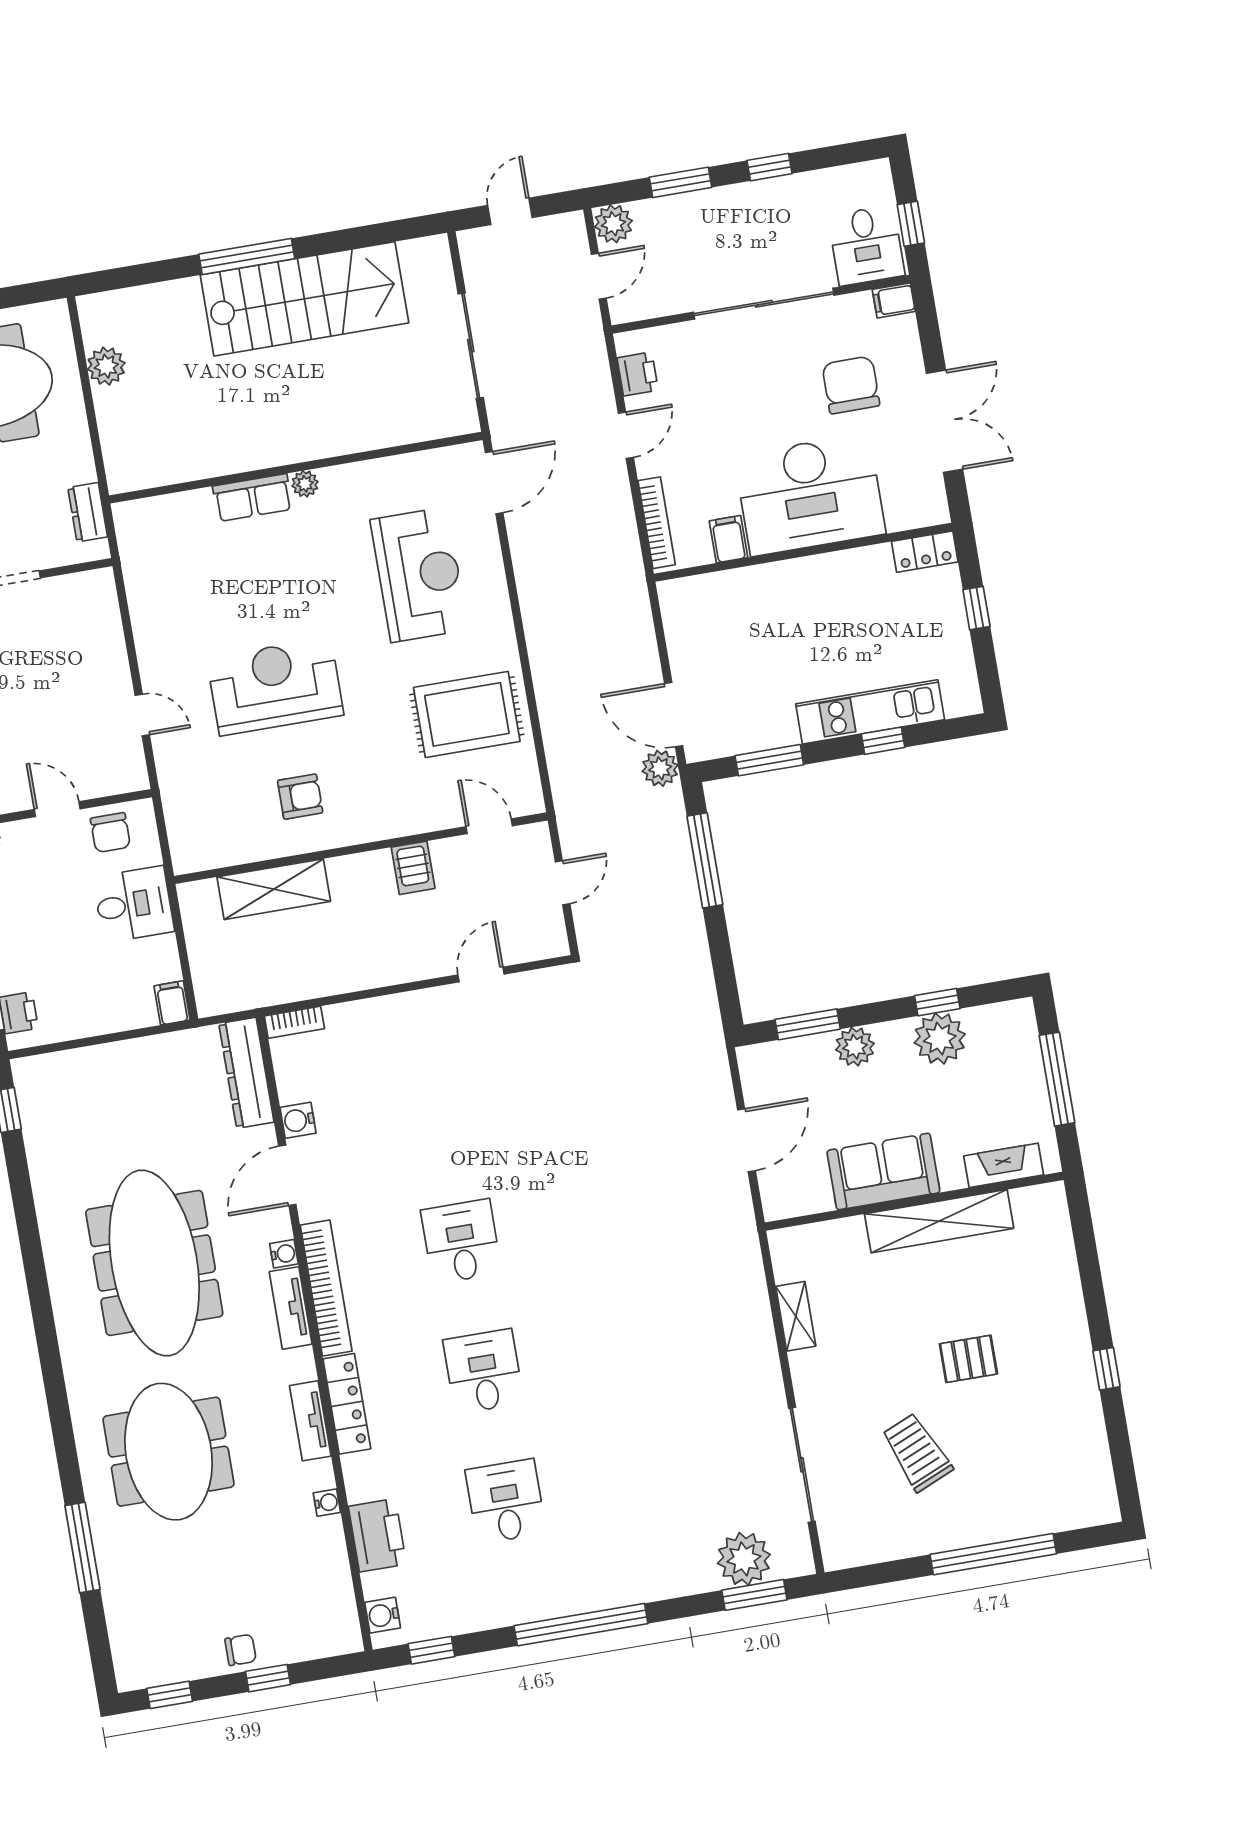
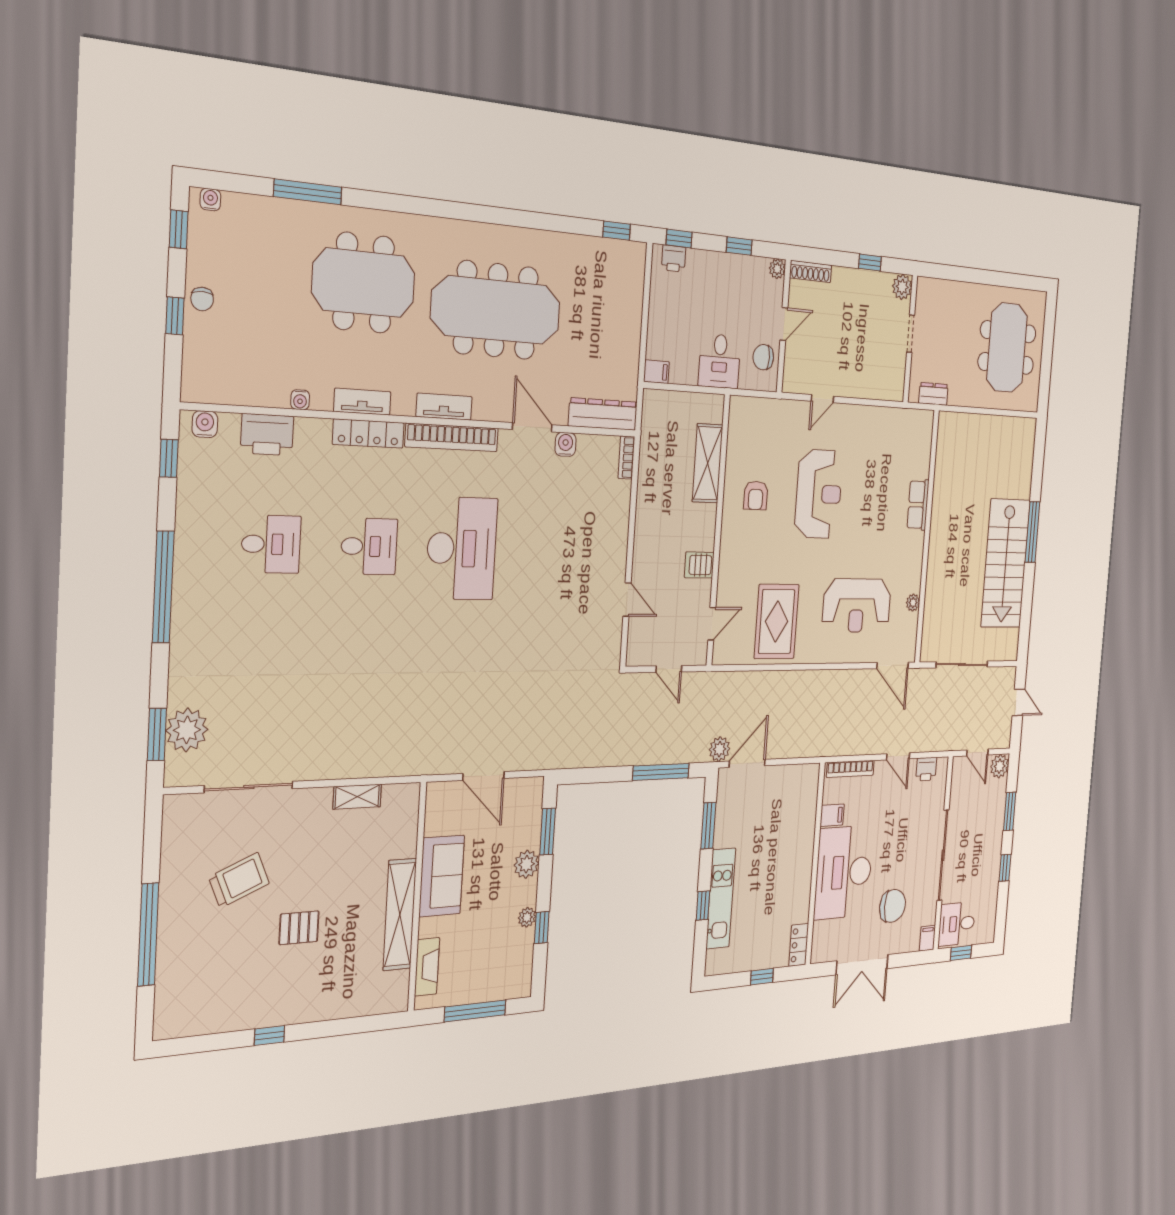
plant: (106, 366) -> (1001, 428), removed
plant: (305, 484) -> (913, 603), moved
plant: (940, 1039) -> (527, 917), width x0.53, depth x0.53
desk: (461, 1241) -> (462, 548), width x1.87, depth x1.30
water cooler: (284, 1254) -> (210, 200), moved, turned 180
pallet: (968, 1359) -> (299, 928), turned 90

